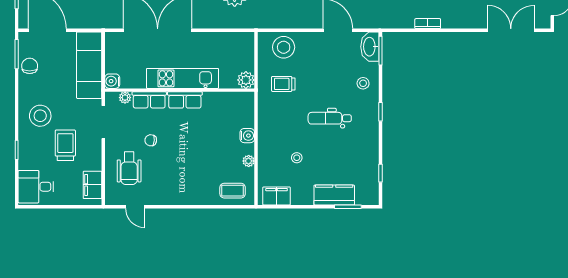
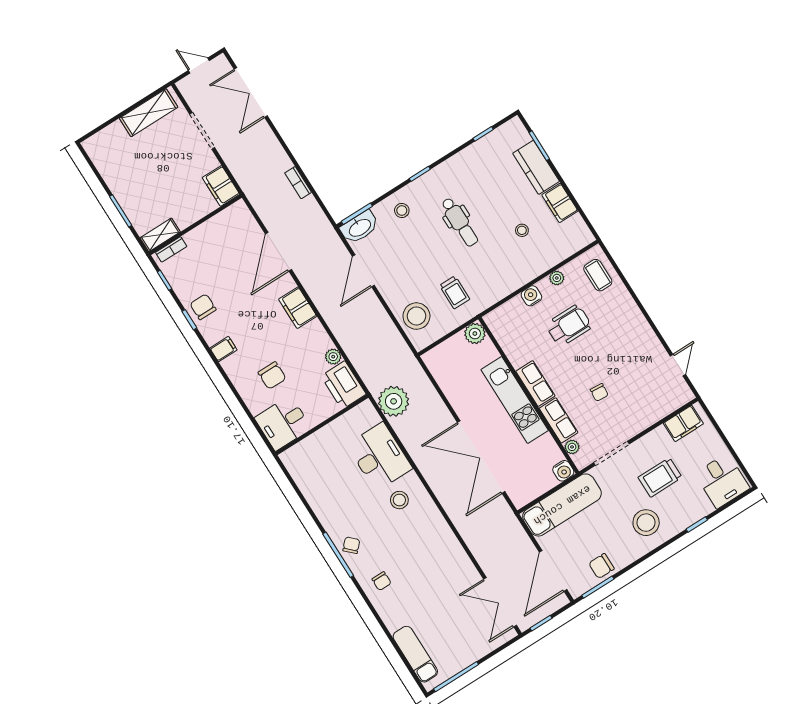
wheelchair: (129, 168) -> (569, 326), moved
filing cabinet: (277, 196) -> (560, 203), moved

